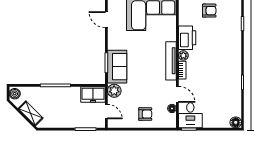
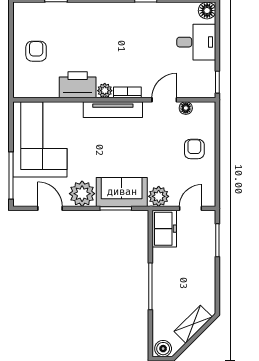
door: (106, 20) -> (50, 208), swing flipped
plant: (116, 41) -> (82, 194), added
desk: (190, 115) -> (196, 42), moved

